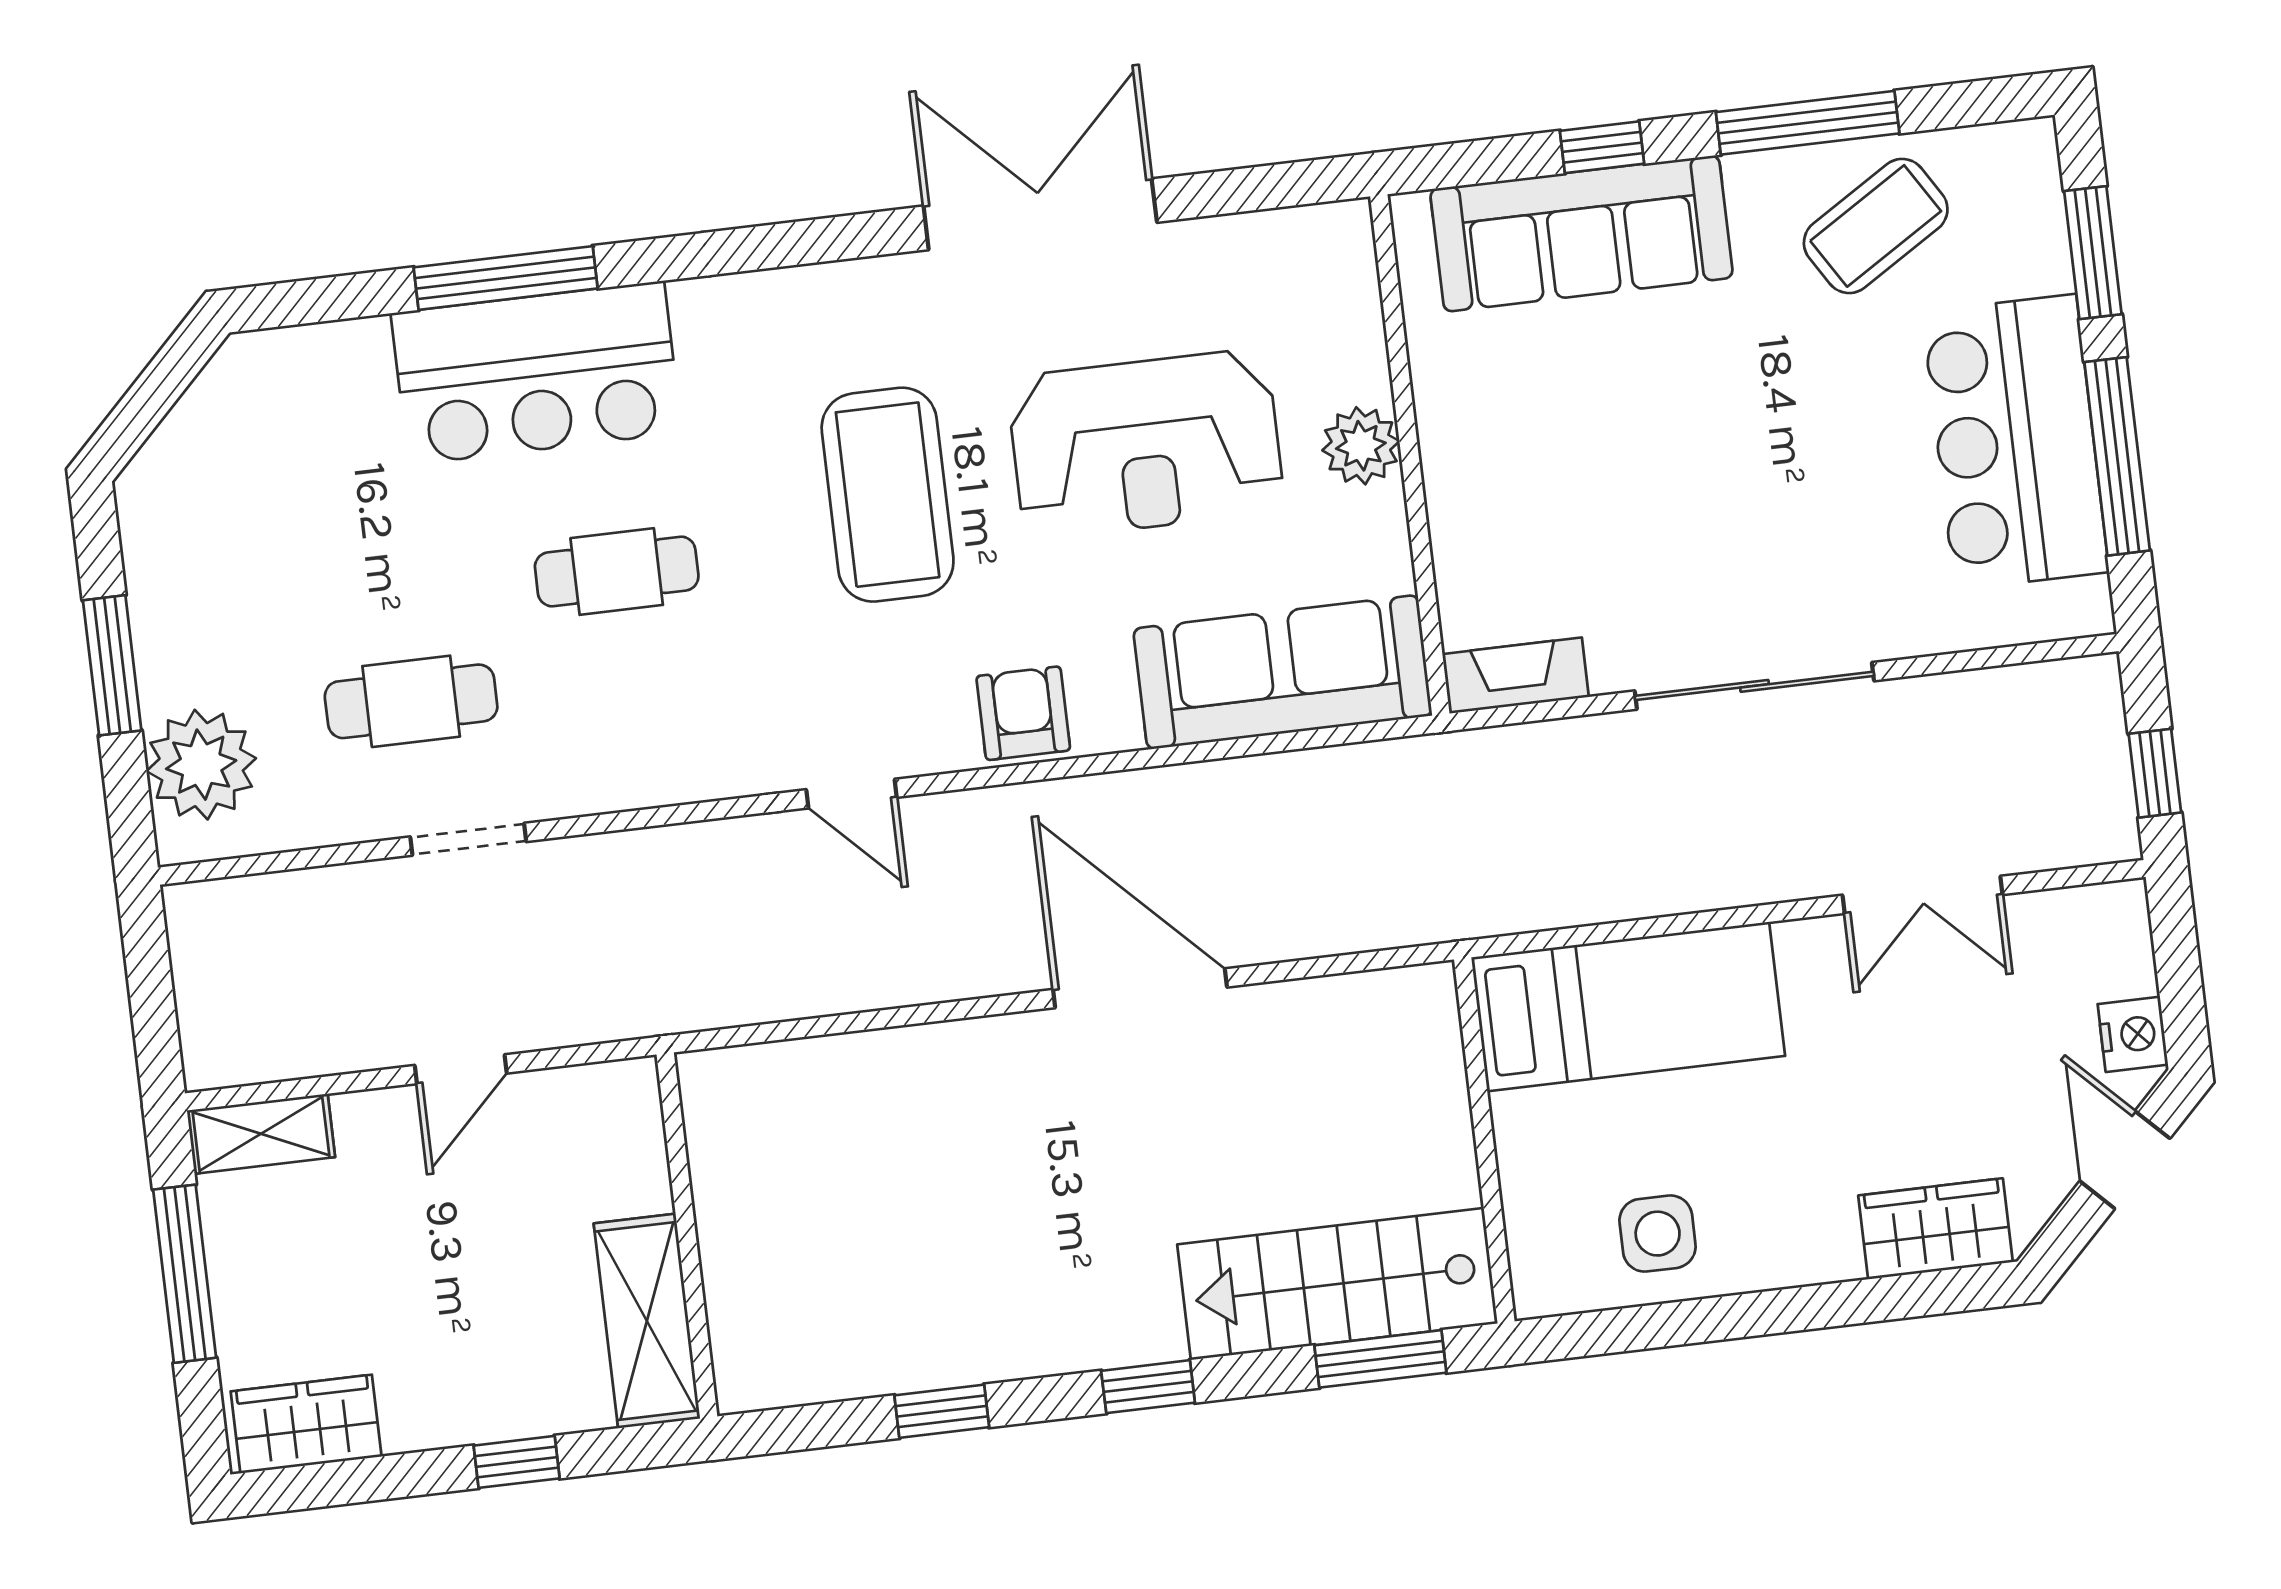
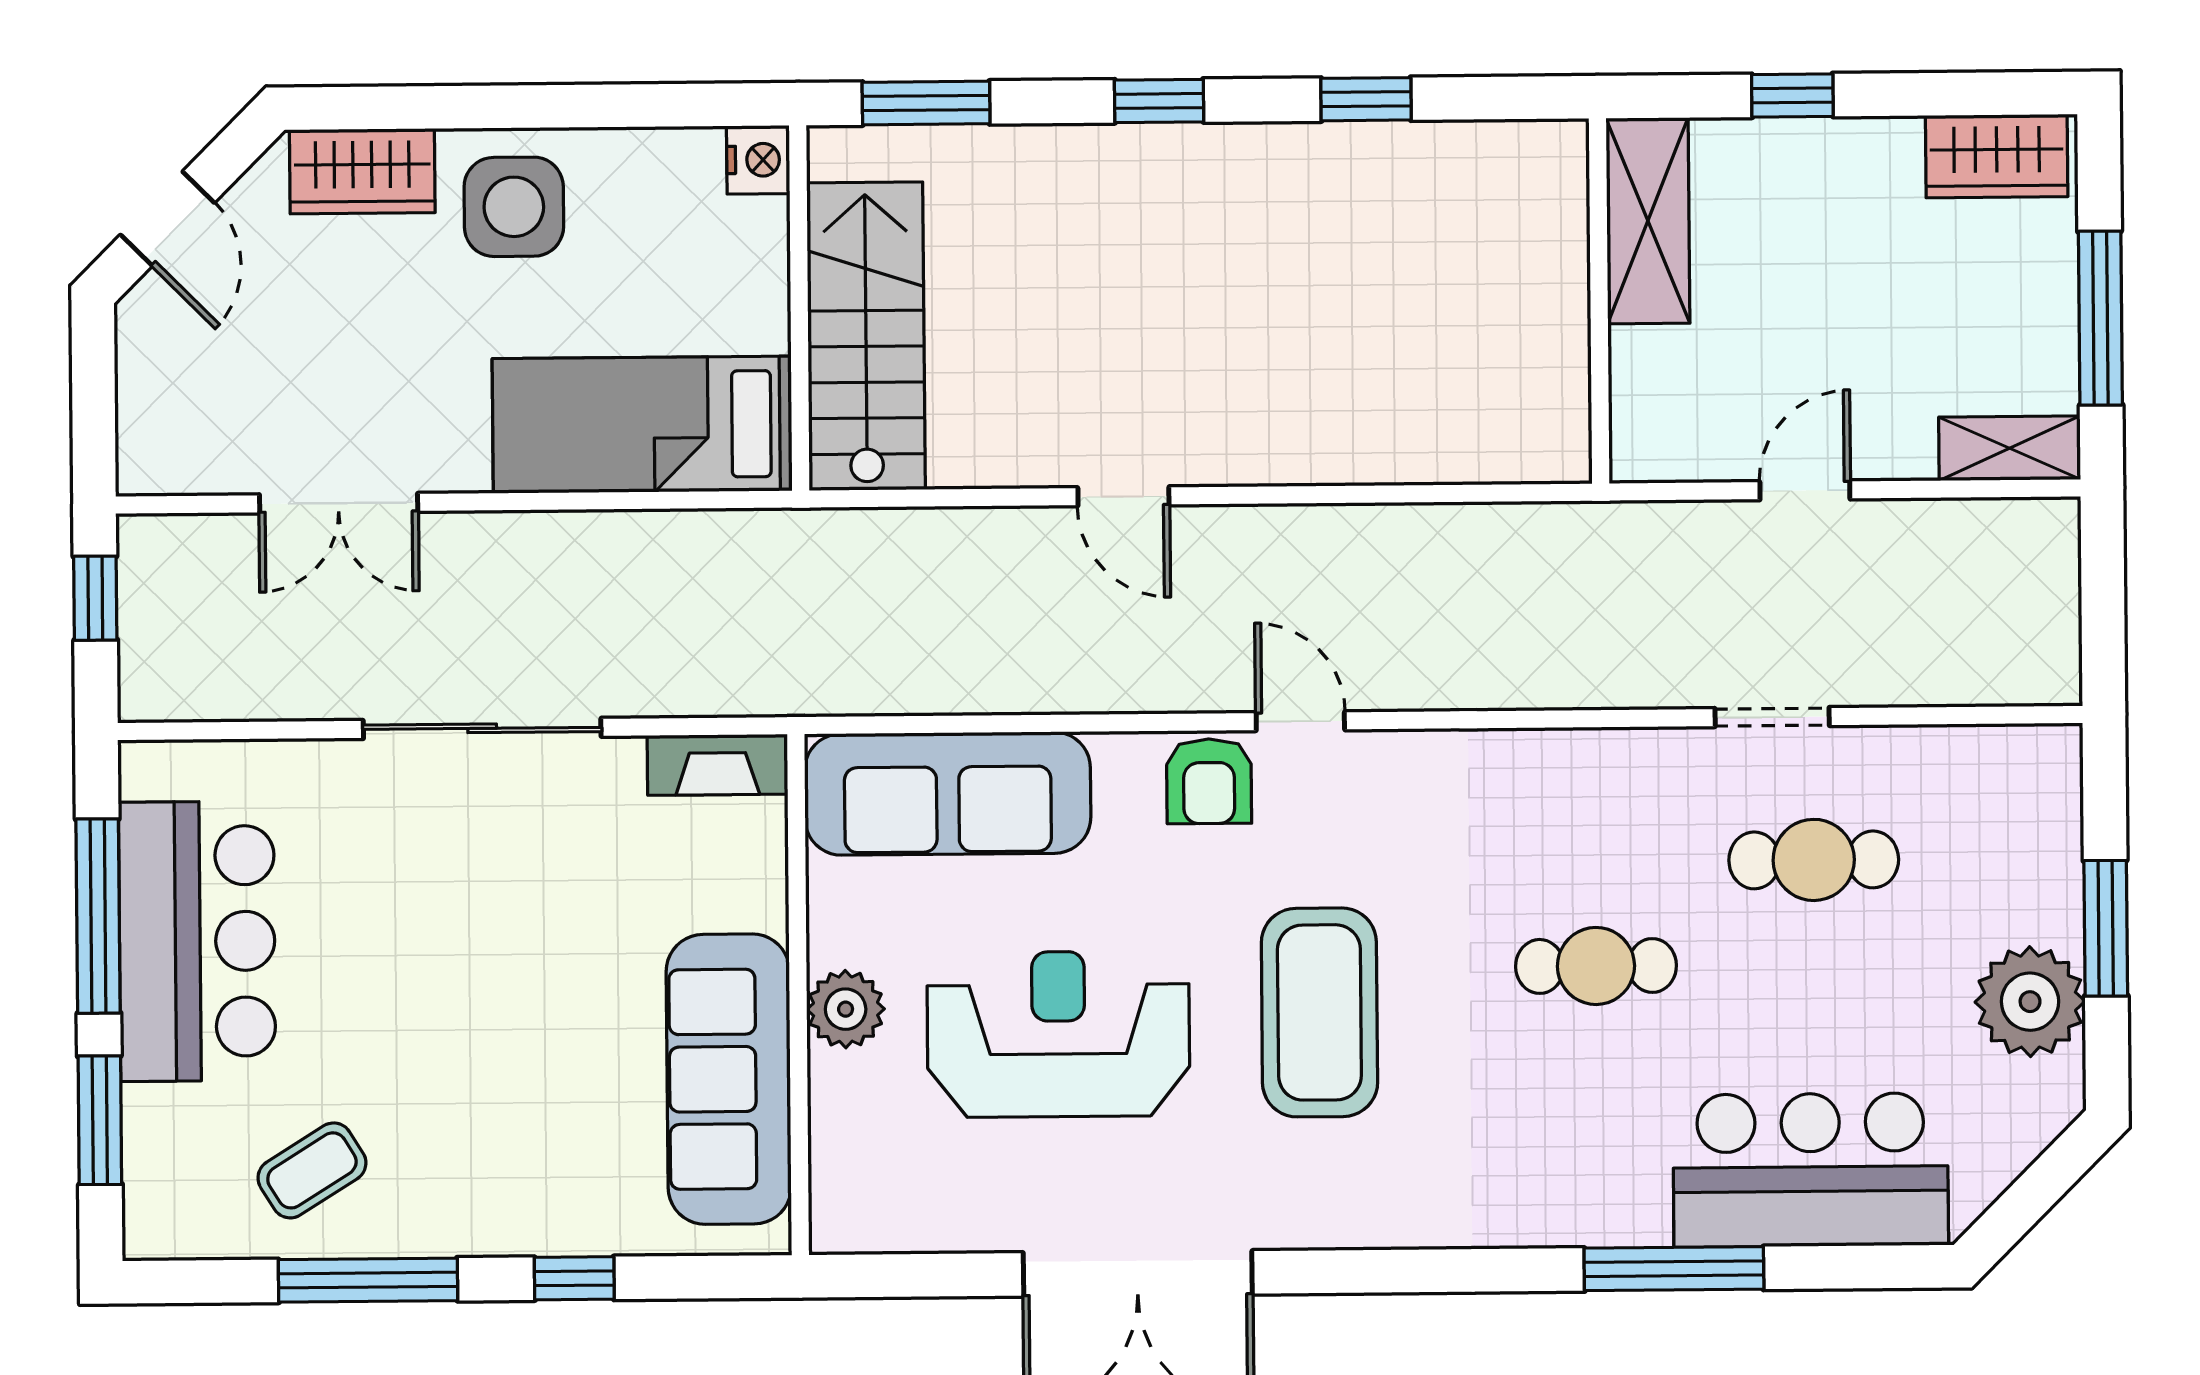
coffee table: (1876, 226) -> (312, 1170), width x0.73, depth x0.77
sofa: (1582, 233) -> (729, 1079), moved, turned -90
bar counter: (536, 373) -> (1811, 1170), moved
plant: (201, 765) -> (2030, 1002), moved
door: (851, 794) -> (1300, 721), moved
double door: (1923, 895) -> (339, 503), swing flipped
door: (1140, 988) -> (1123, 496), width x0.53
nightstand: (2133, 1034) -> (758, 160), moved, turned 180
side table: (1658, 1234) -> (514, 207), moved, width x1.37, depth x1.37
stairs: (1337, 1284) -> (866, 336), moved, turned -90

